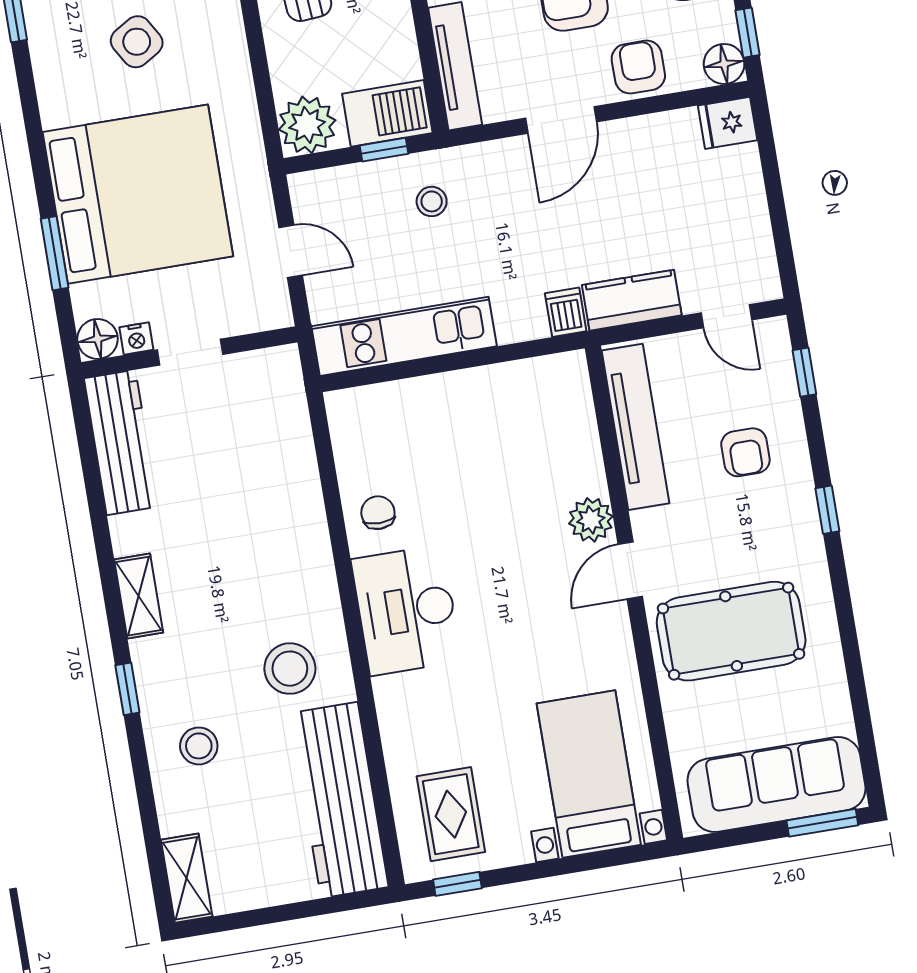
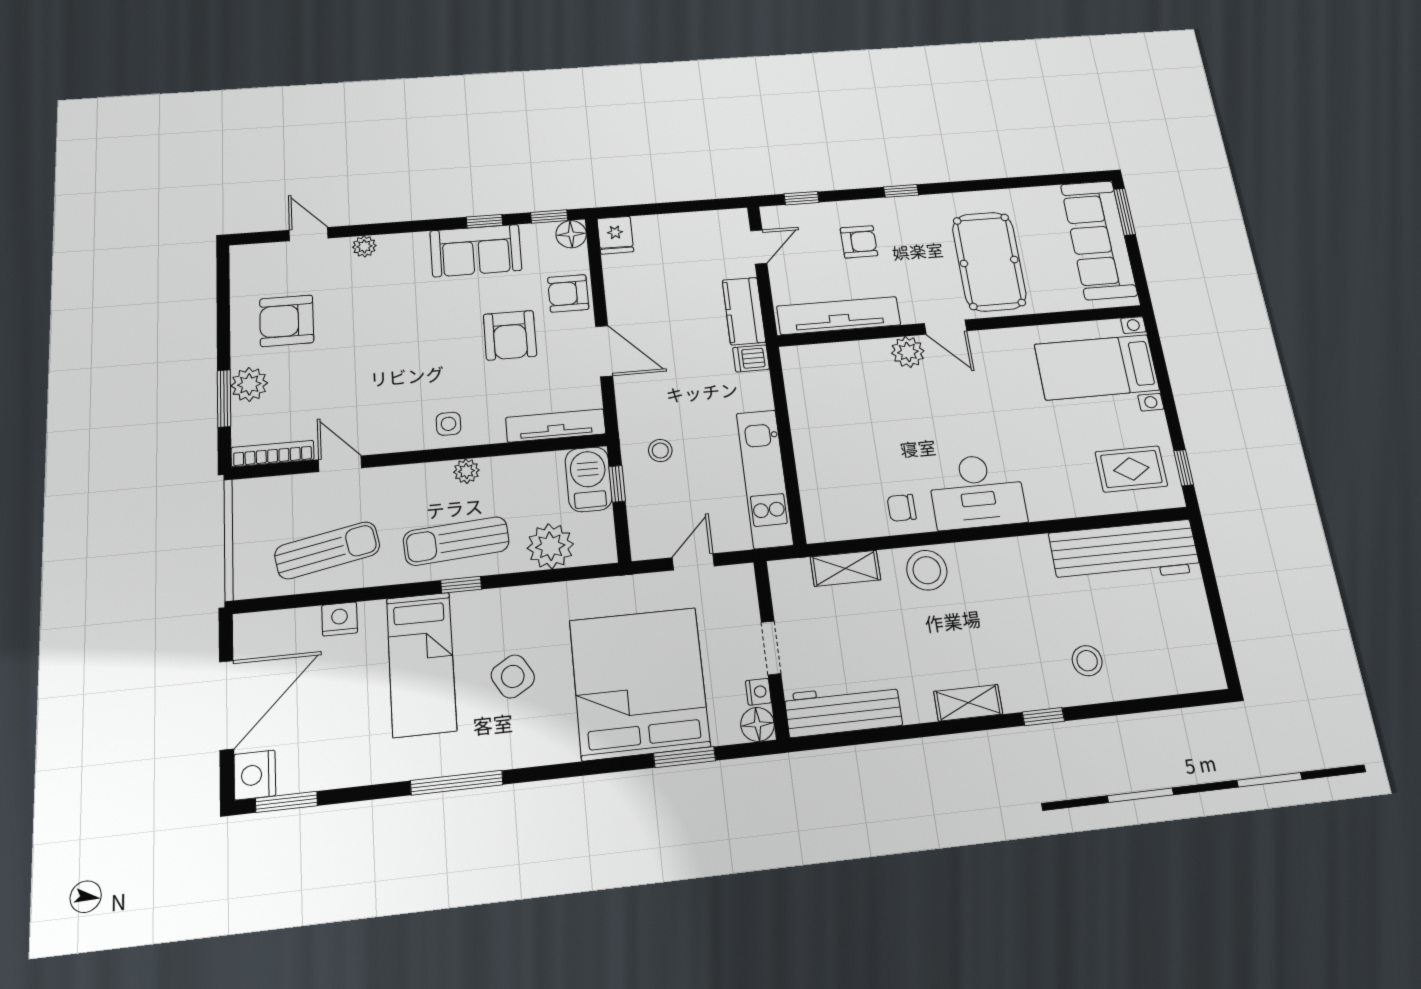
plant: (307, 125) -> (550, 546), moved
stool: (290, 669) -> (927, 570), moved
shelving: (187, 878) -> (845, 568), moved

